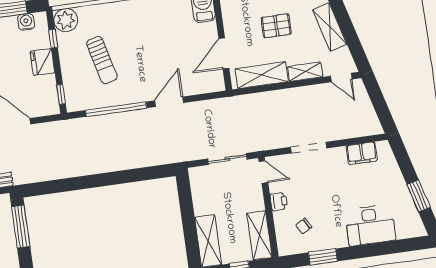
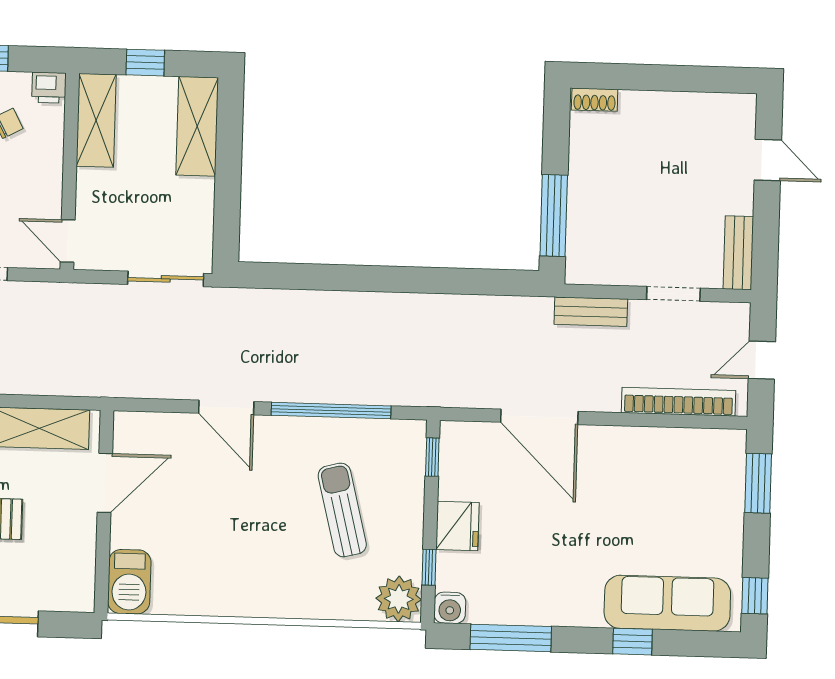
water cooler: (26, 22) -> (450, 608), moved
door: (169, 102) -> (226, 407), hinge flipped
sliding door: (227, 159) -> (166, 279), moved
printer: (279, 201) -> (49, 88), moved, turned -90

